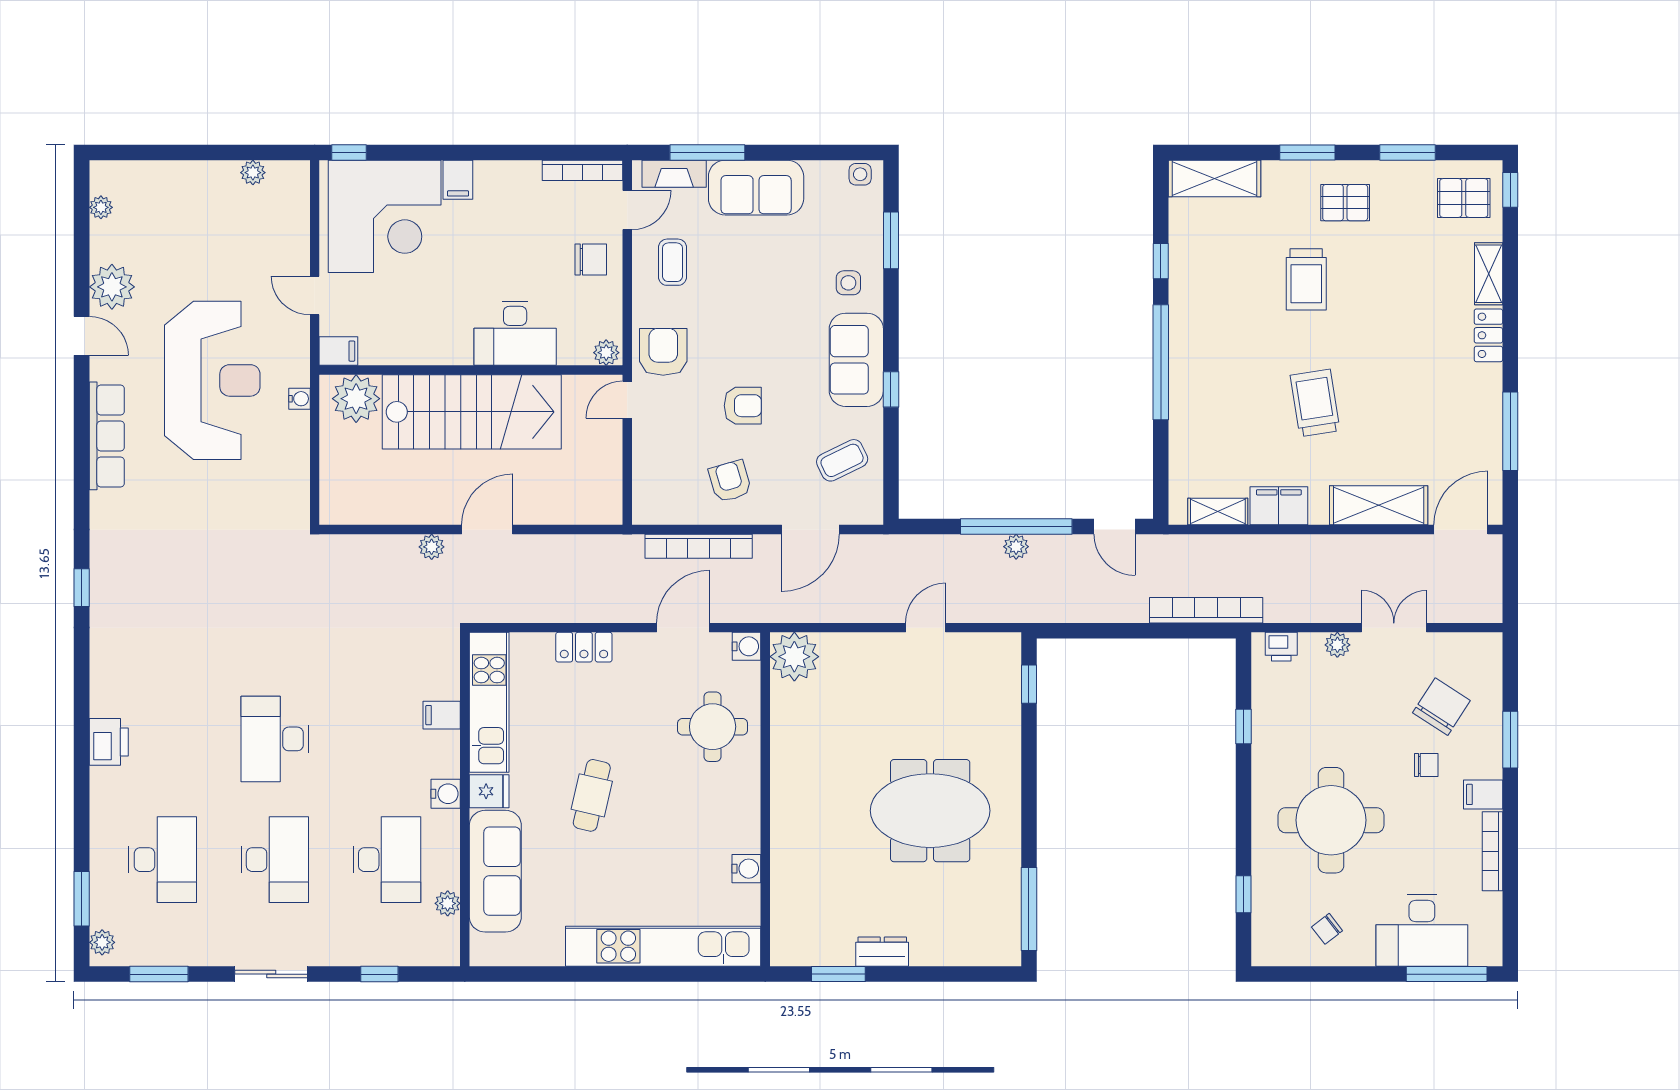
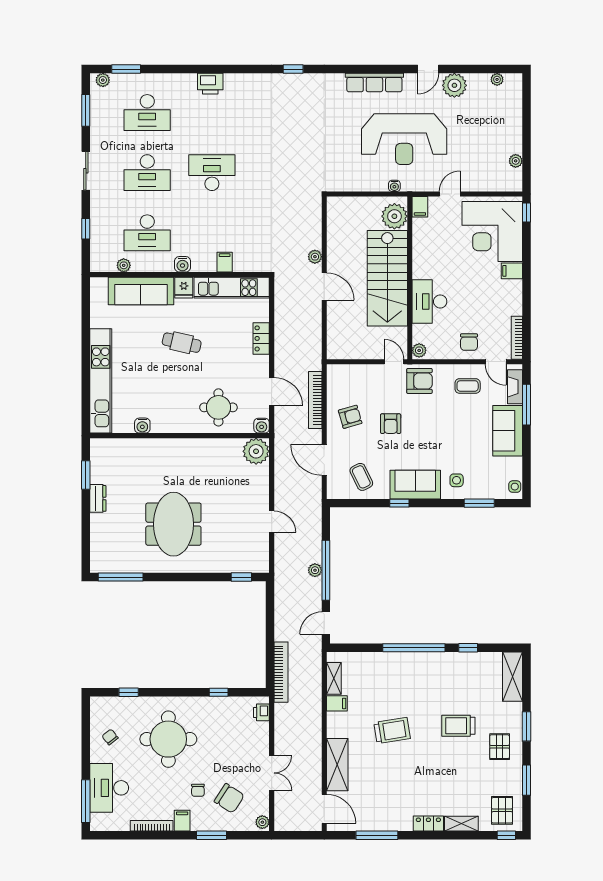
filing cabinet: (1279, 506) -> (337, 703), width x0.50
plant: (1337, 645) -> (262, 822), moved

